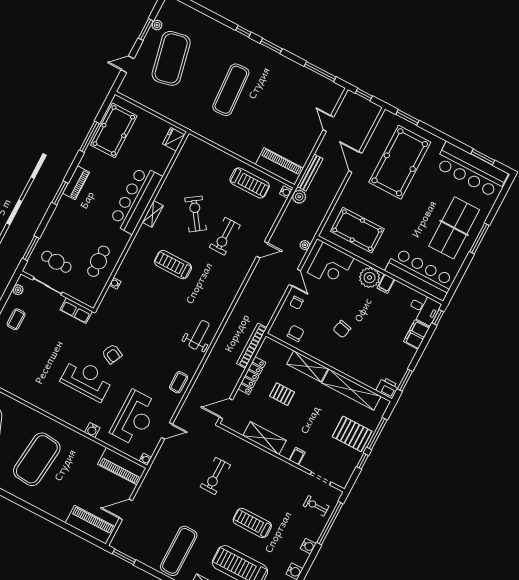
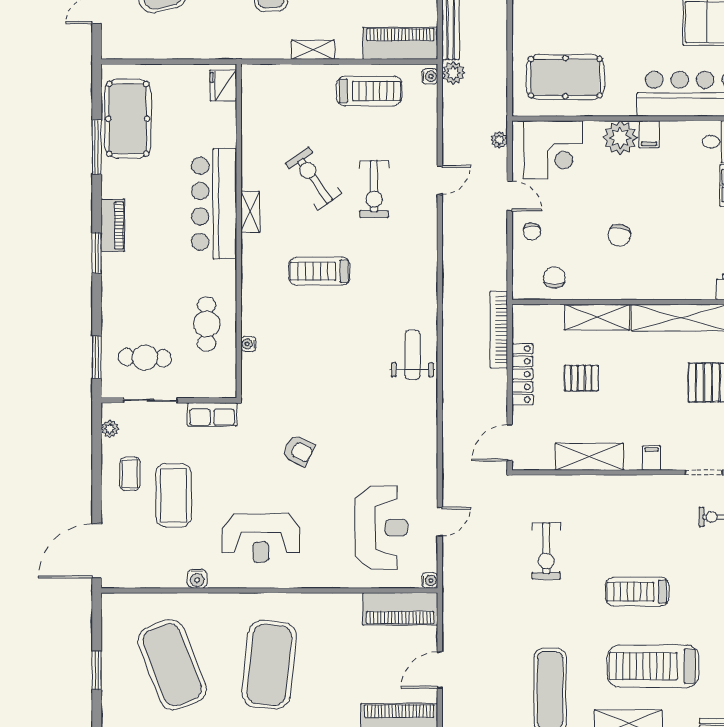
shelving: (231, 145) -> (313, 50), added
reception desk: (87, 379) -> (261, 538), moved, turned 180
coffee table: (179, 382) -> (174, 495), moved, width x1.86, depth x1.72
water cooler: (92, 430) -> (197, 579), moved

